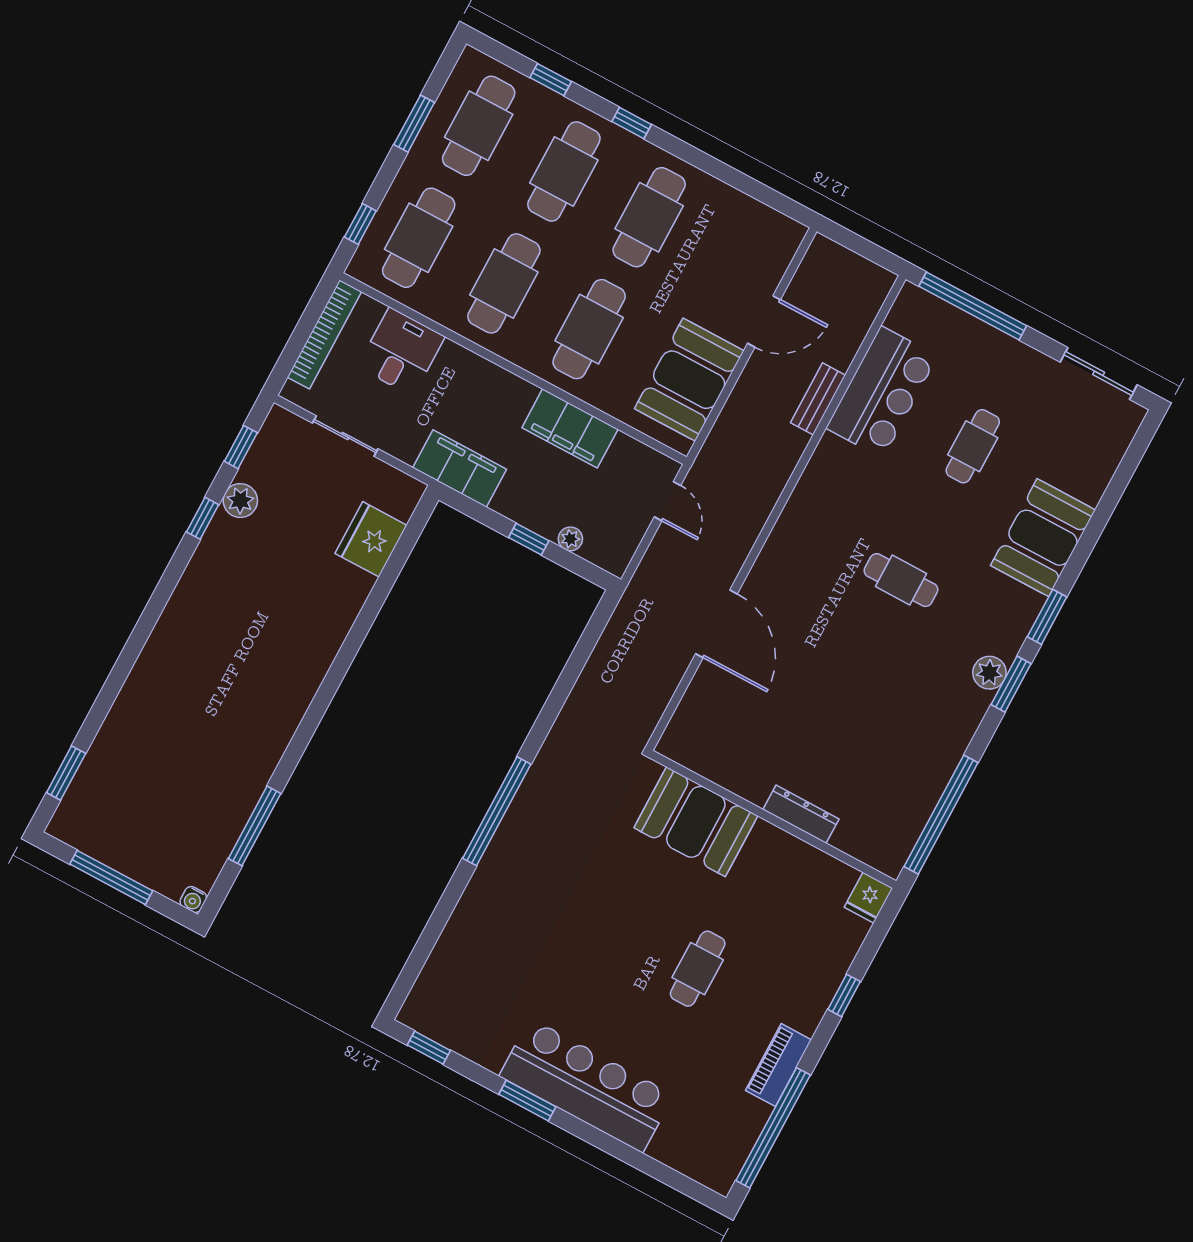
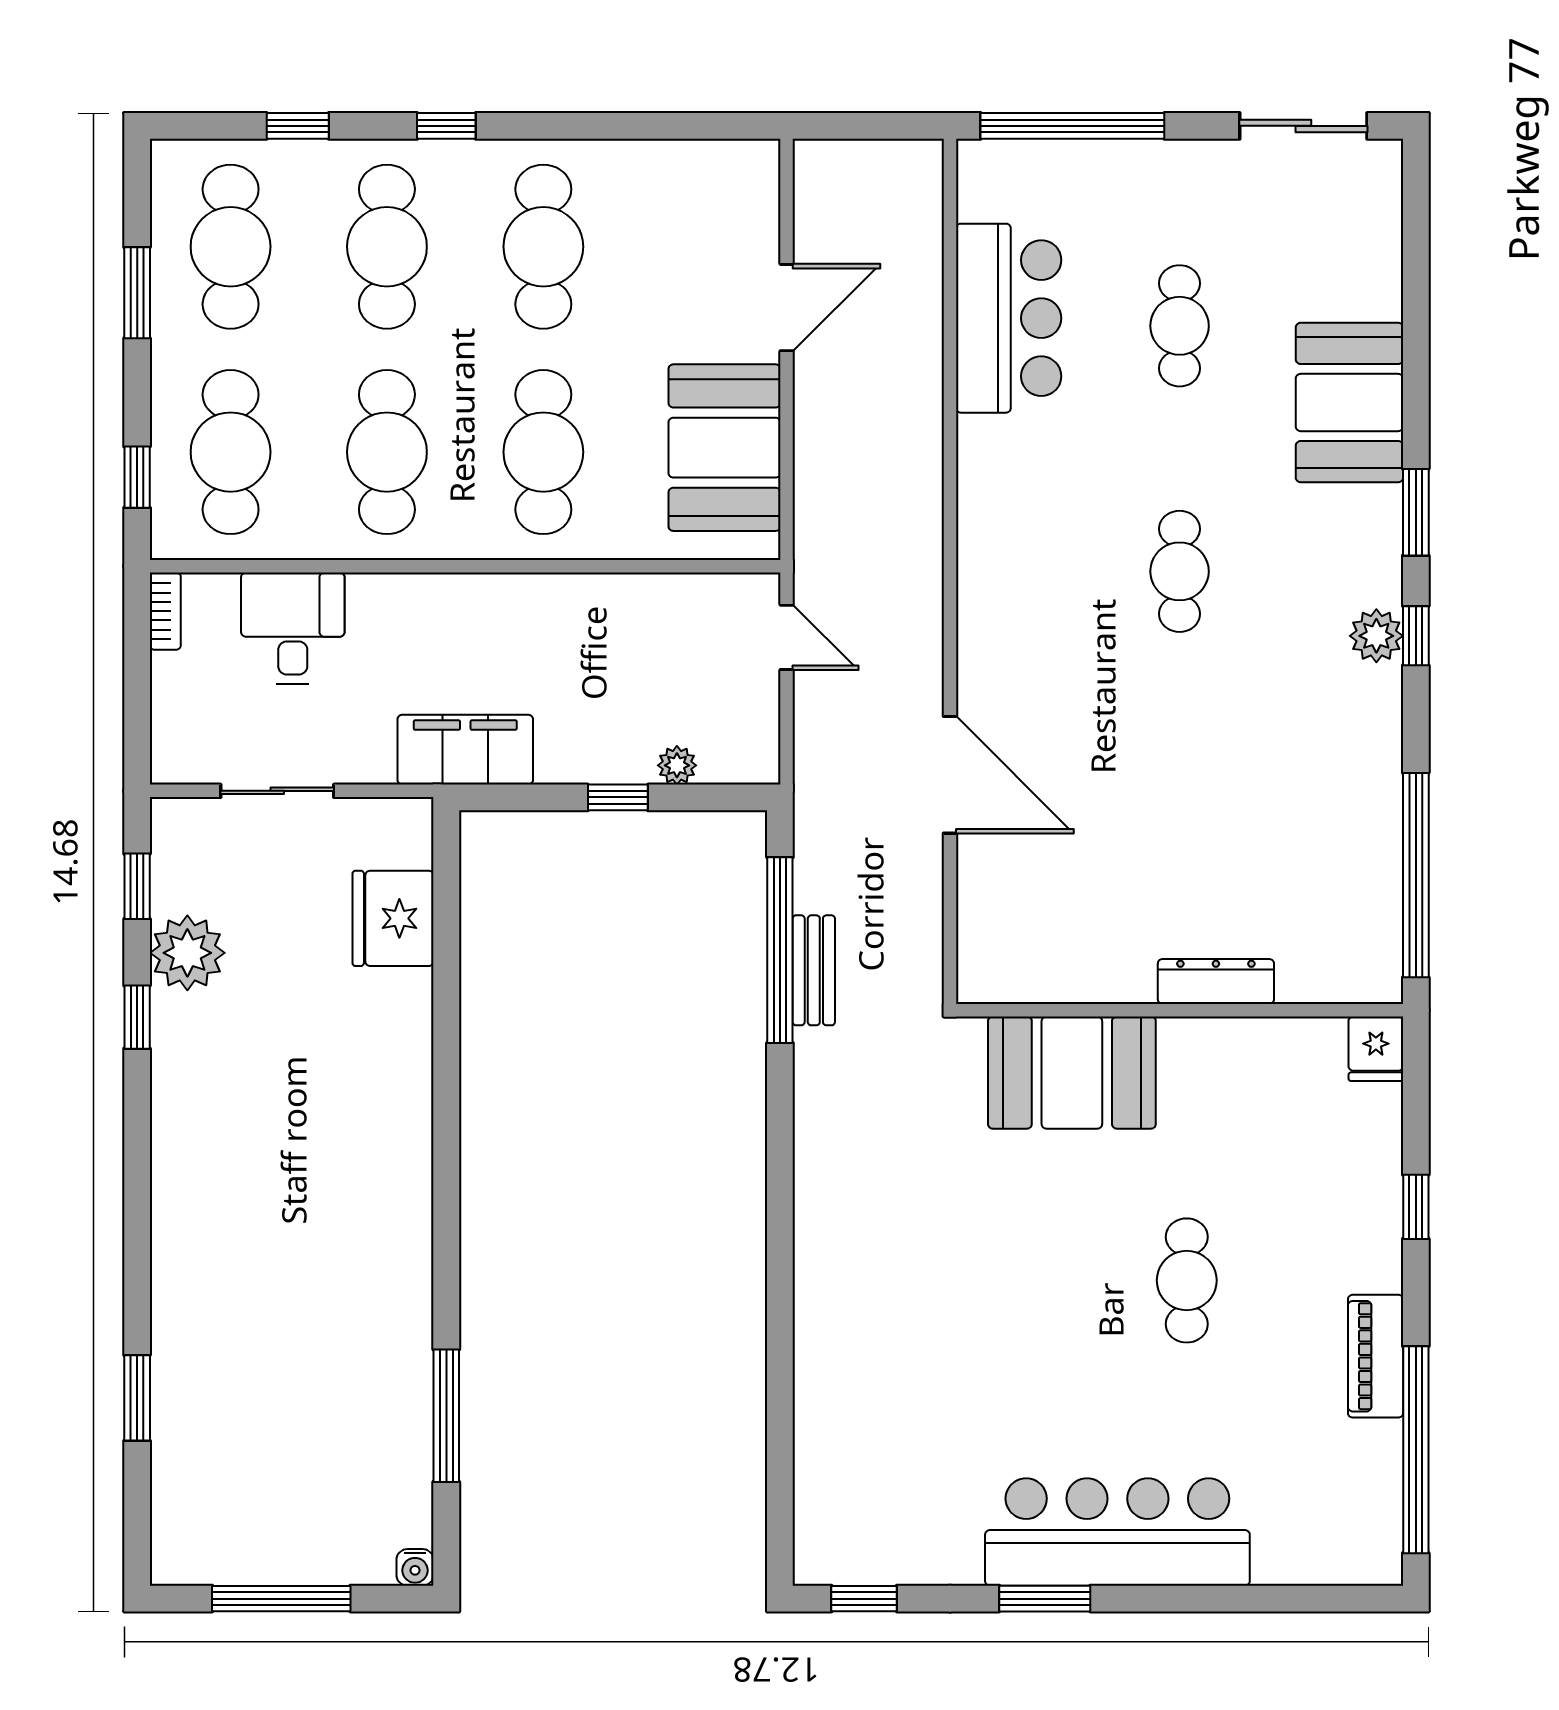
bookcase: (324, 334) -> (165, 611), width x0.43, depth x0.76
bench: (818, 399) -> (814, 970), moved
filing cabinet: (570, 428) -> (592, 608), removed
plant: (240, 501) -> (187, 953), width x1.36, depth x1.36
cafe table: (901, 580) -> (1180, 571), turned 90
window: (1011, 684) -> (1416, 636), width x0.67
window: (66, 773) -> (137, 1398), moved
window: (497, 811) -> (780, 950), moved

